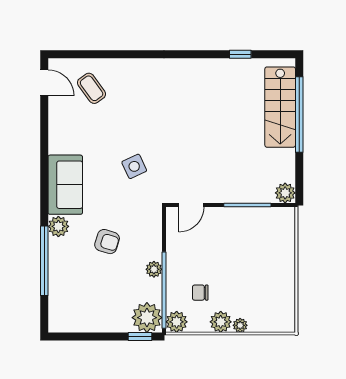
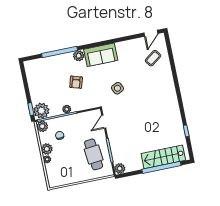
door: (191, 205) -> (104, 122), hinge flipped
cafe table: (249, 237) -> (94, 154), added

